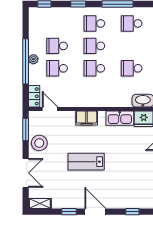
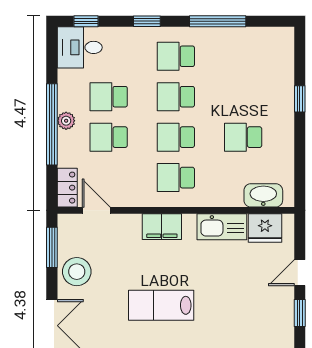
desk: (41, 19) -> (80, 47), added
school desk: (132, 23) -> (176, 178), moved

